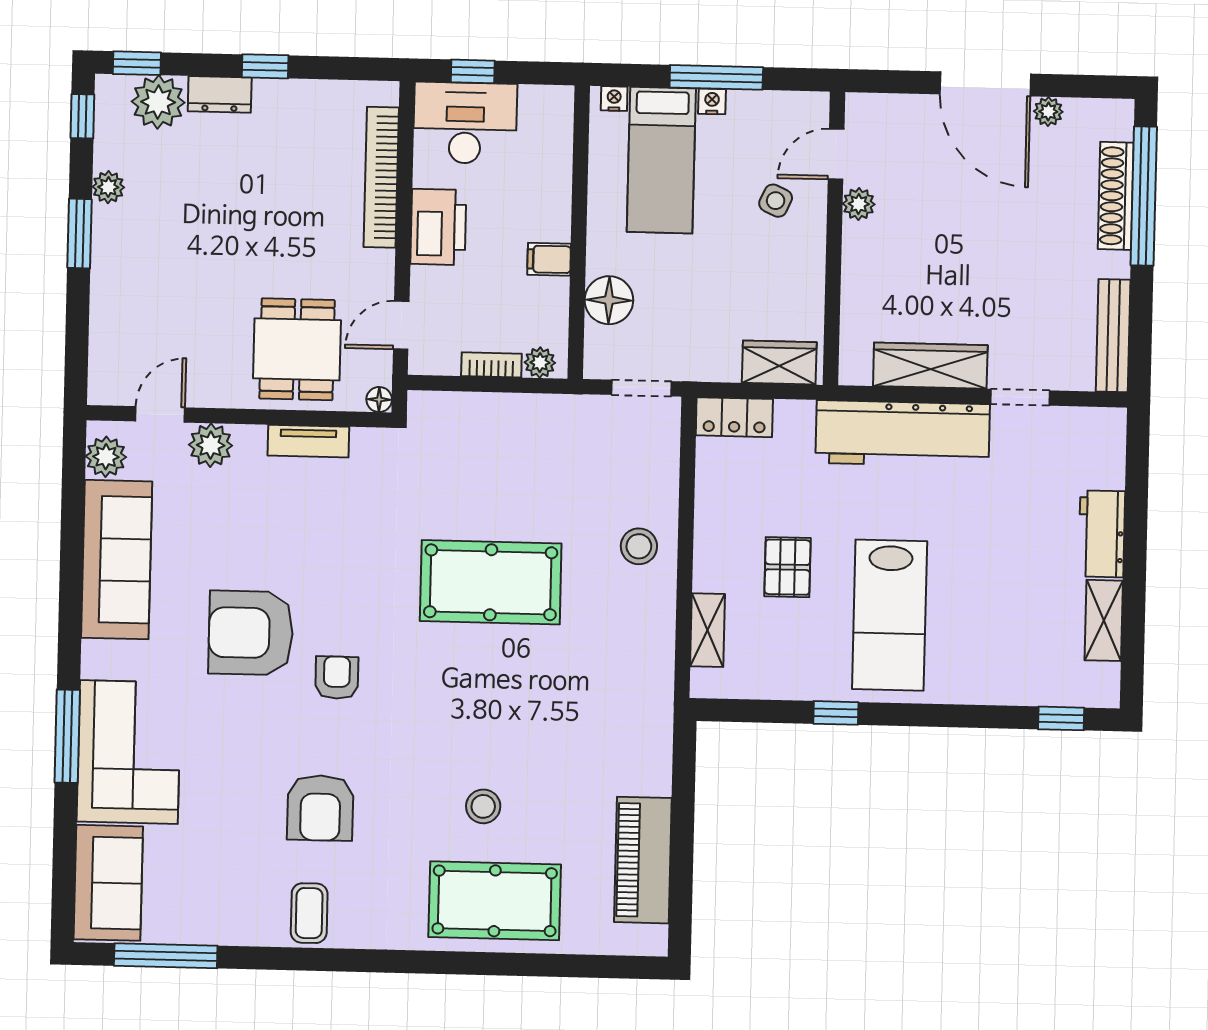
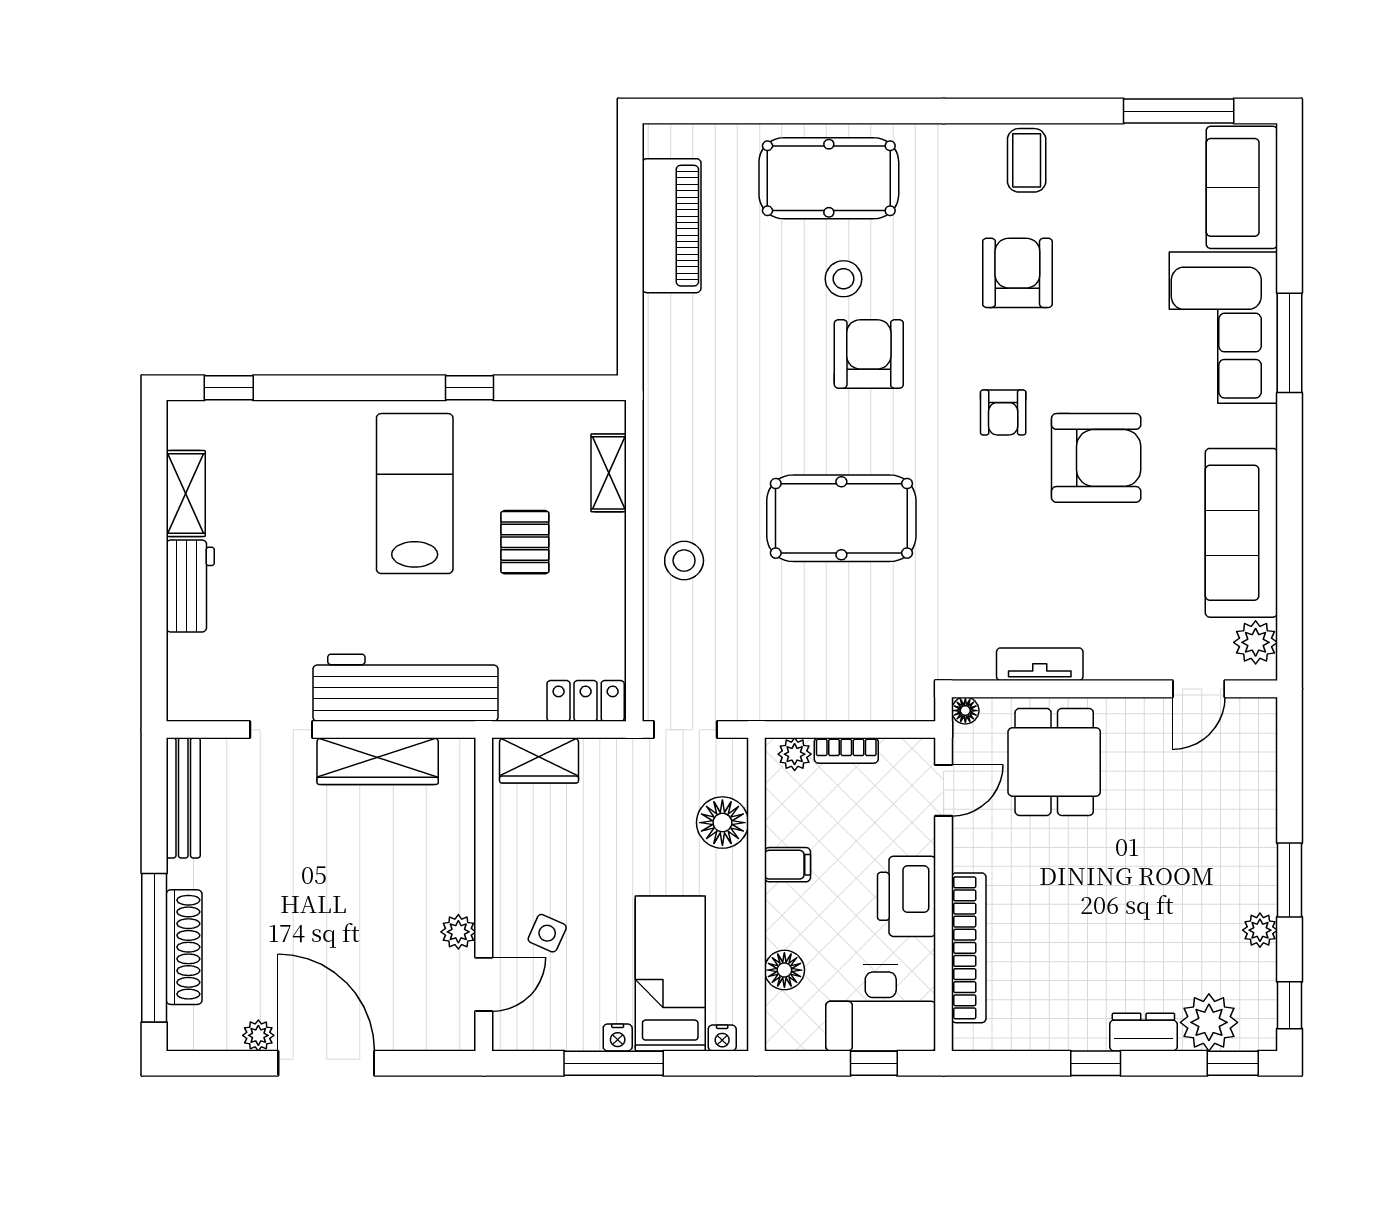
floor lamp: (554, 161) -> (784, 970), added
plant: (211, 445) -> (1144, 657), removed
armchair: (461, 735) -> (869, 354), added

